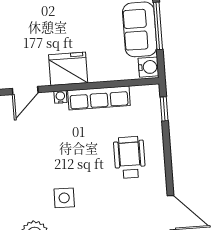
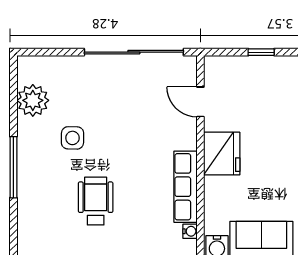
water cooler: (60, 97) -> (190, 231), moved
wheelchair: (130, 157) -> (96, 201), moved, turned -90

